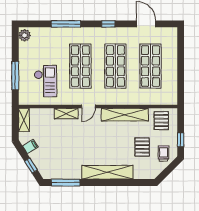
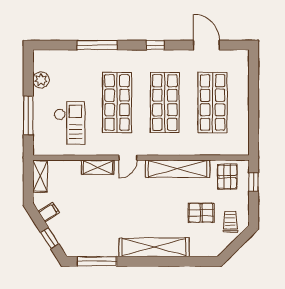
plant: (25, 35) -> (41, 80), moved
window: (181, 140) -> (254, 182), moved
pallet: (142, 147) -> (201, 213), turned 90

